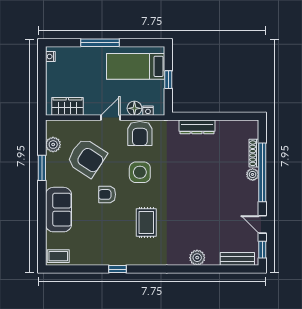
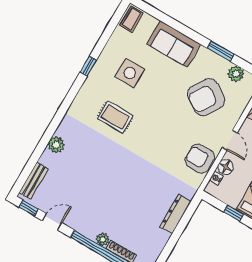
side table: (140, 172) -> (130, 73), moved
armchair: (107, 194) -> (162, 96), removed

